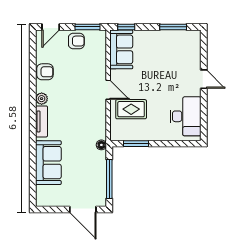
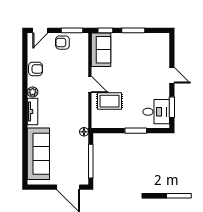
window: (173, 27) -> (133, 30), moved
armchair: (76, 41) -> (62, 43), turned 180
desk: (185, 116) -> (156, 112), width x0.73
window: (204, 116) -> (172, 107), added
window: (136, 144) -> (136, 131), moved
sofa: (48, 163) -> (38, 154), width x1.36

